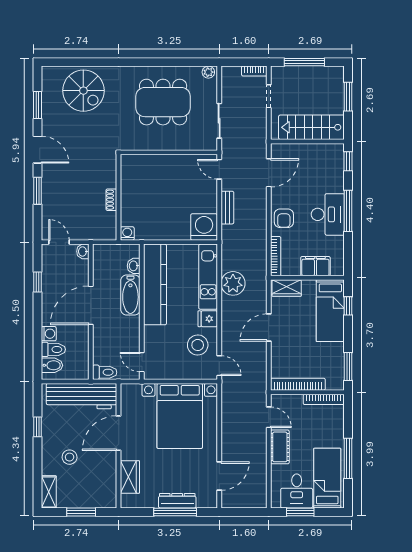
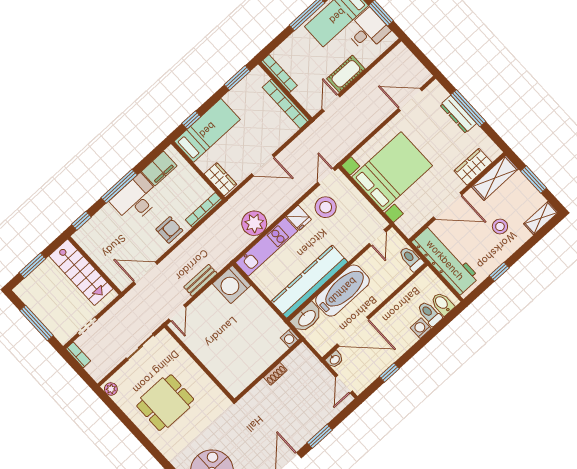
dining table: (163, 102) -> (165, 403), width x0.73
washbasin: (134, 266) -> (307, 318), width x1.91, depth x1.45
filing cabinet: (315, 266) -> (159, 169), moved, turned -90
bathtub: (130, 295) -> (342, 291), width x1.36, depth x1.36
door: (91, 305) -> (353, 332), moved
shelving: (108, 485) -> (495, 178), added

